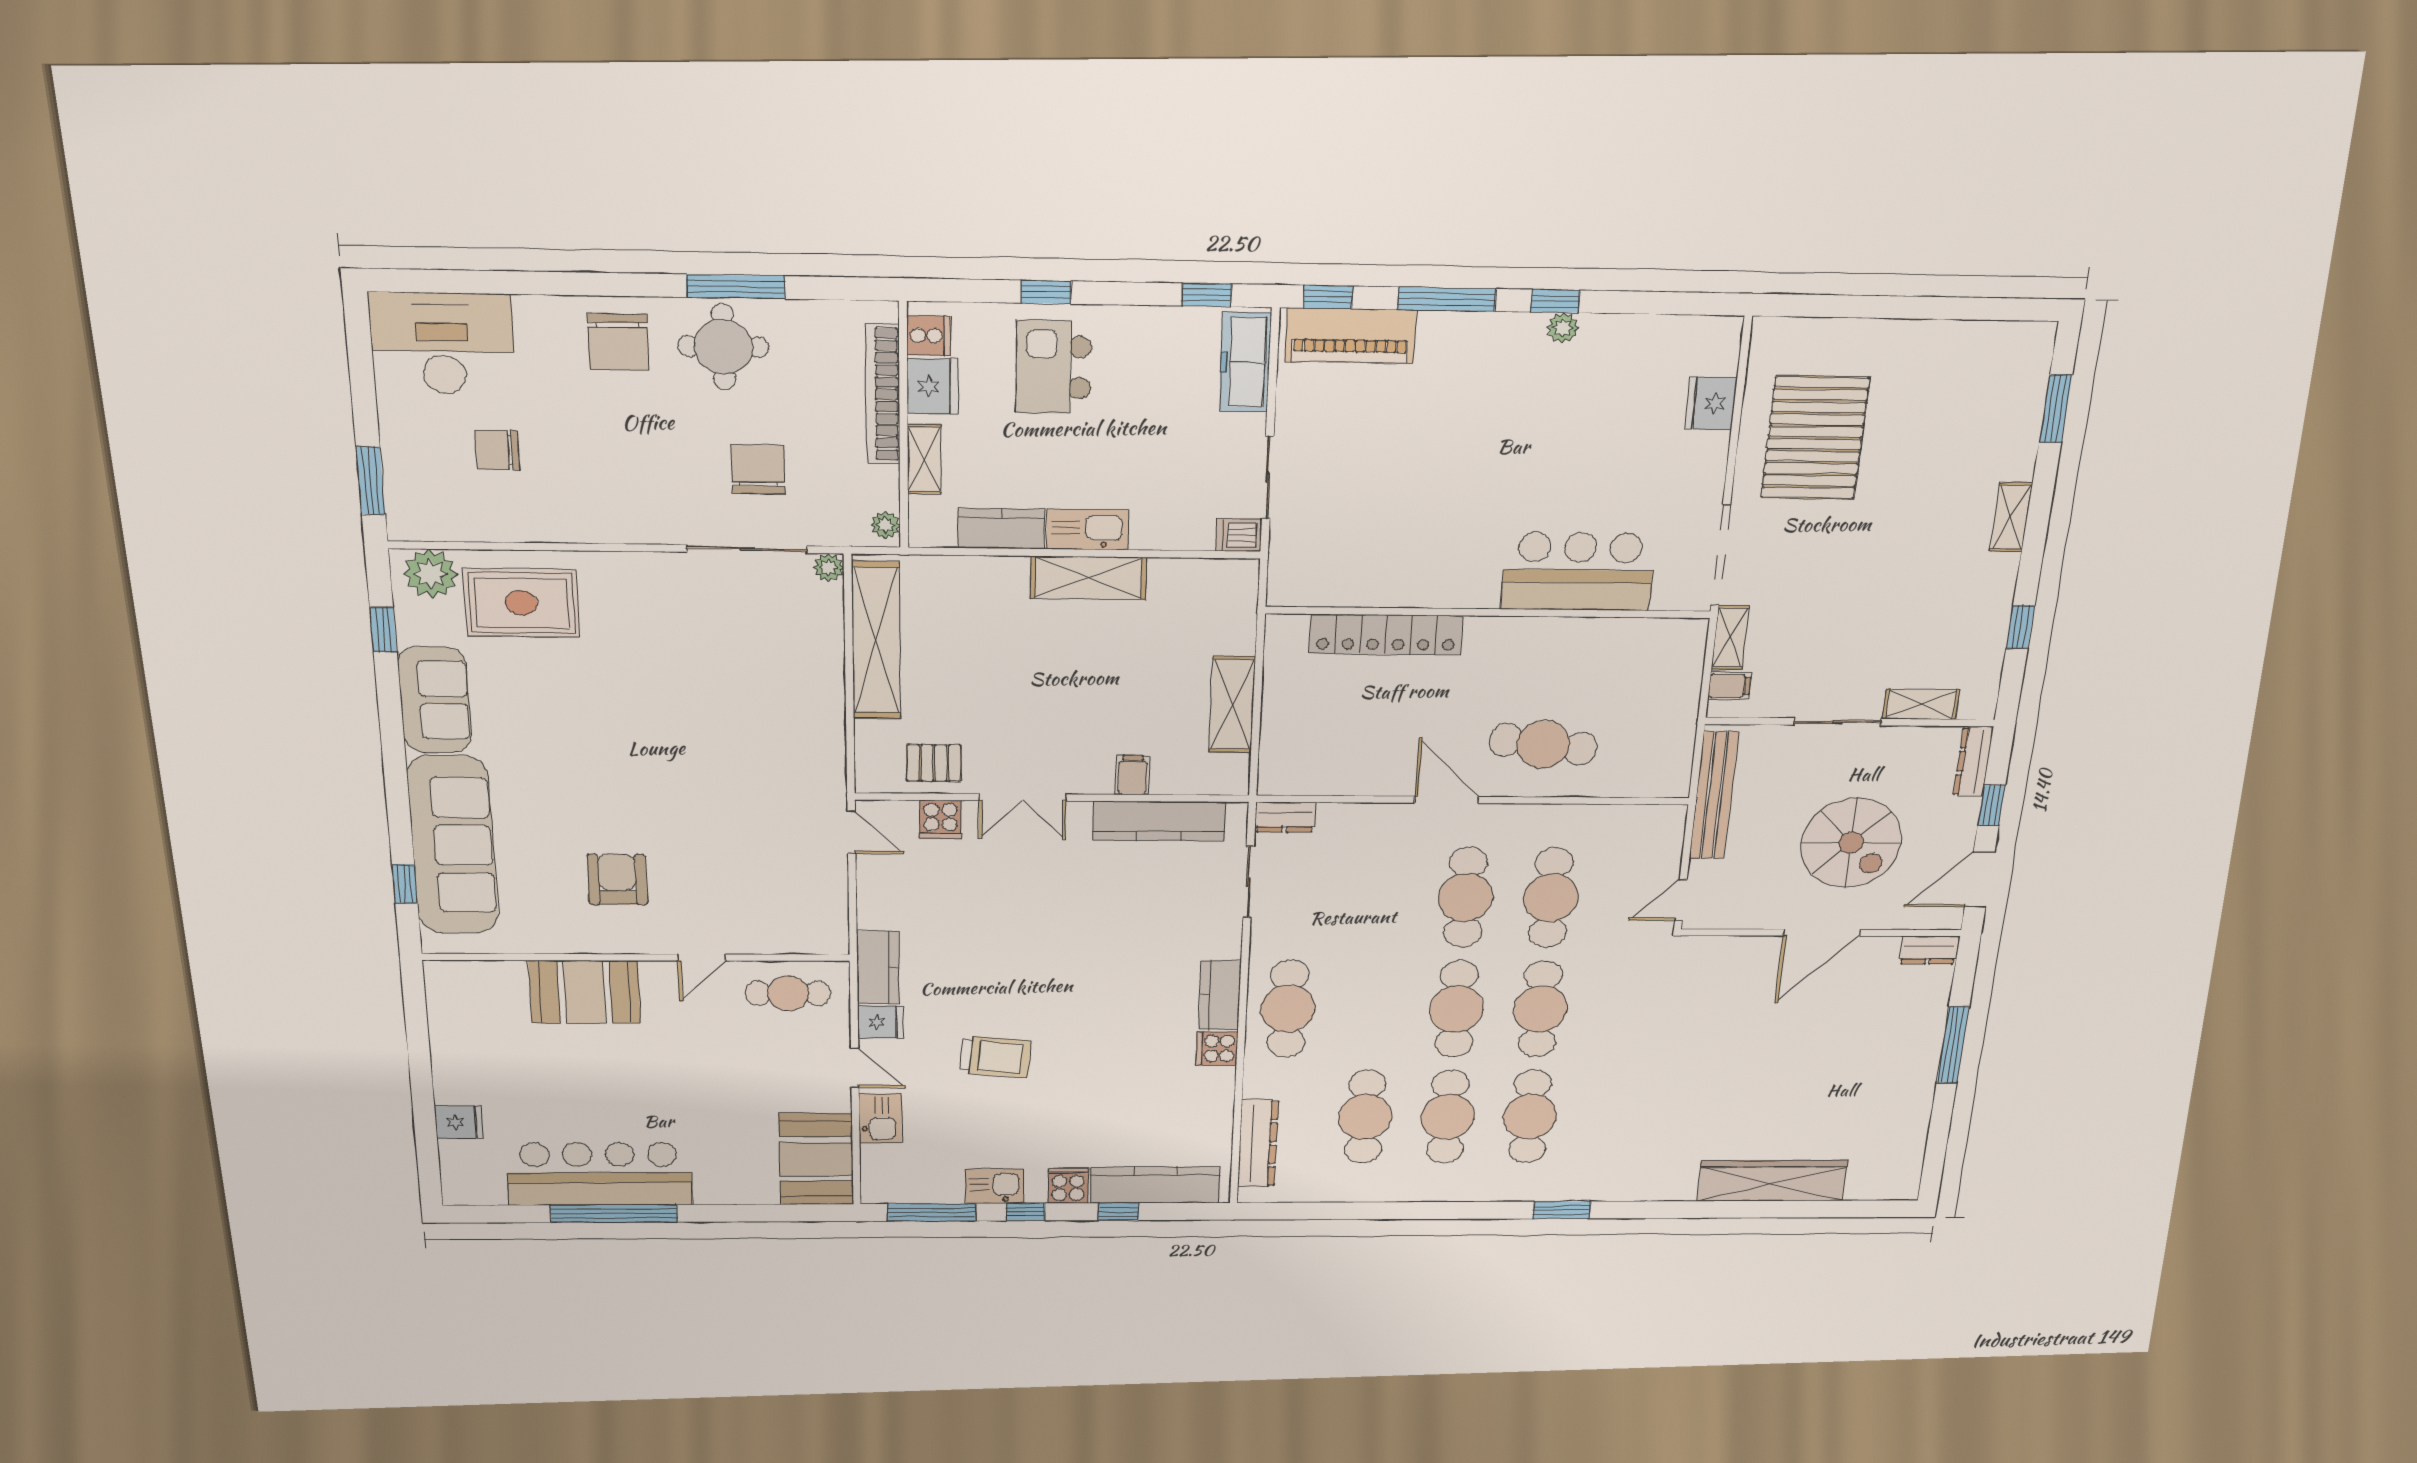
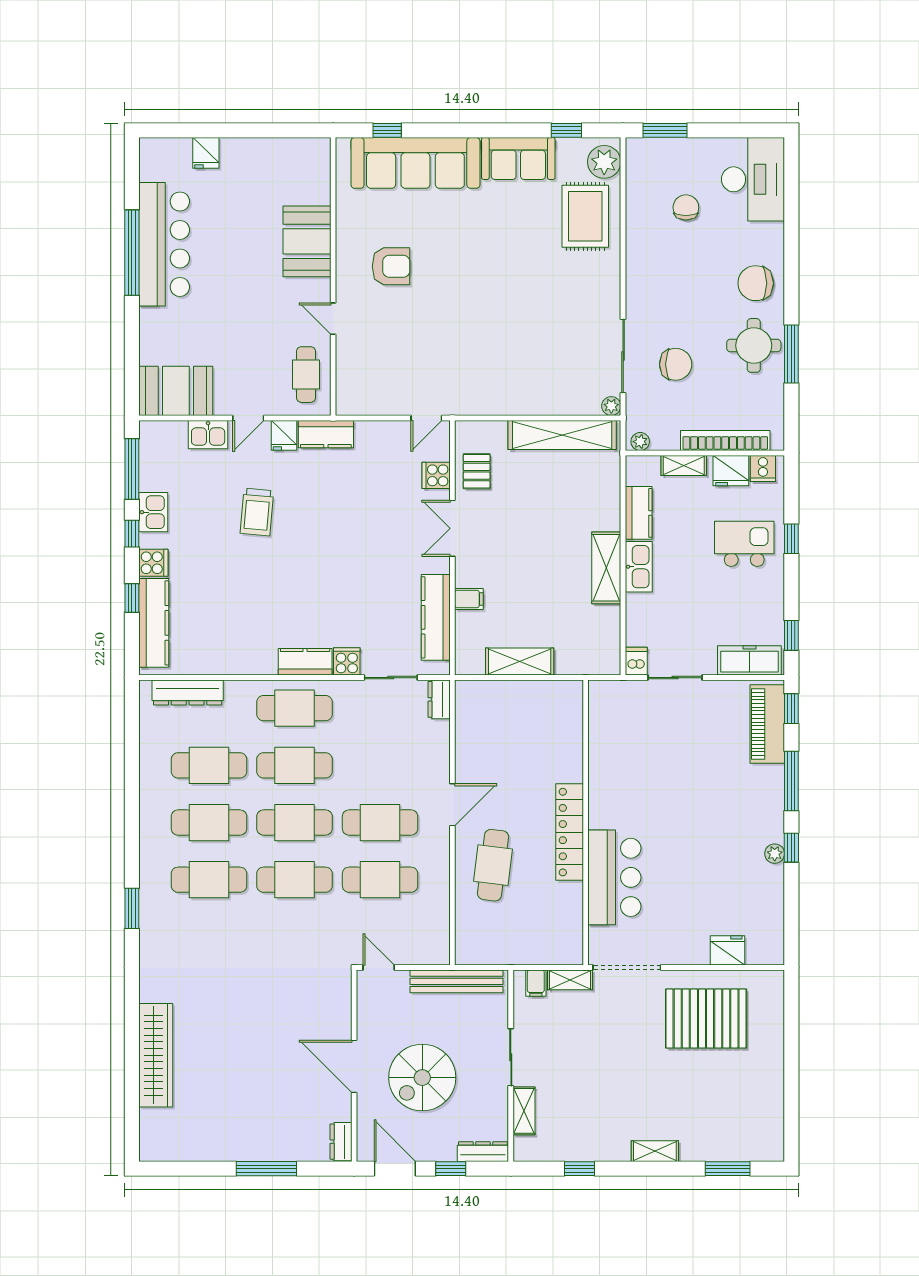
locker: (1386, 635) -> (570, 832), moved
cafe table: (1372, 1009) -> (295, 765), added
cooker: (1217, 1049) -> (347, 661), moved

